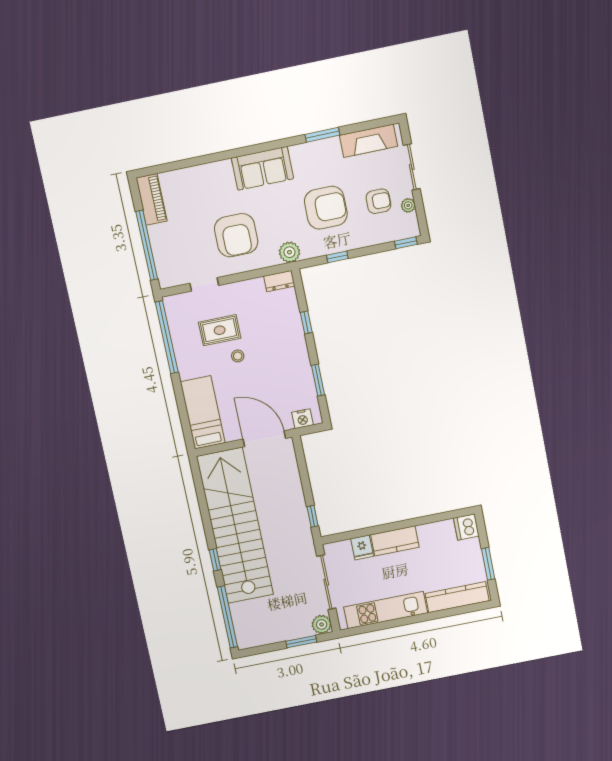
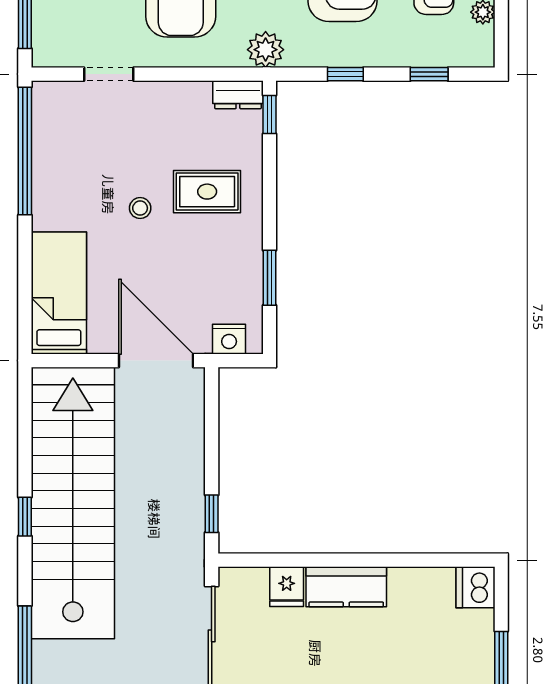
window: (406, 243) -> (429, 74), moved
window: (306, 322) -> (270, 115), moved
rug: (220, 330) -> (207, 192), moved
window: (215, 560) -> (25, 517), moved

